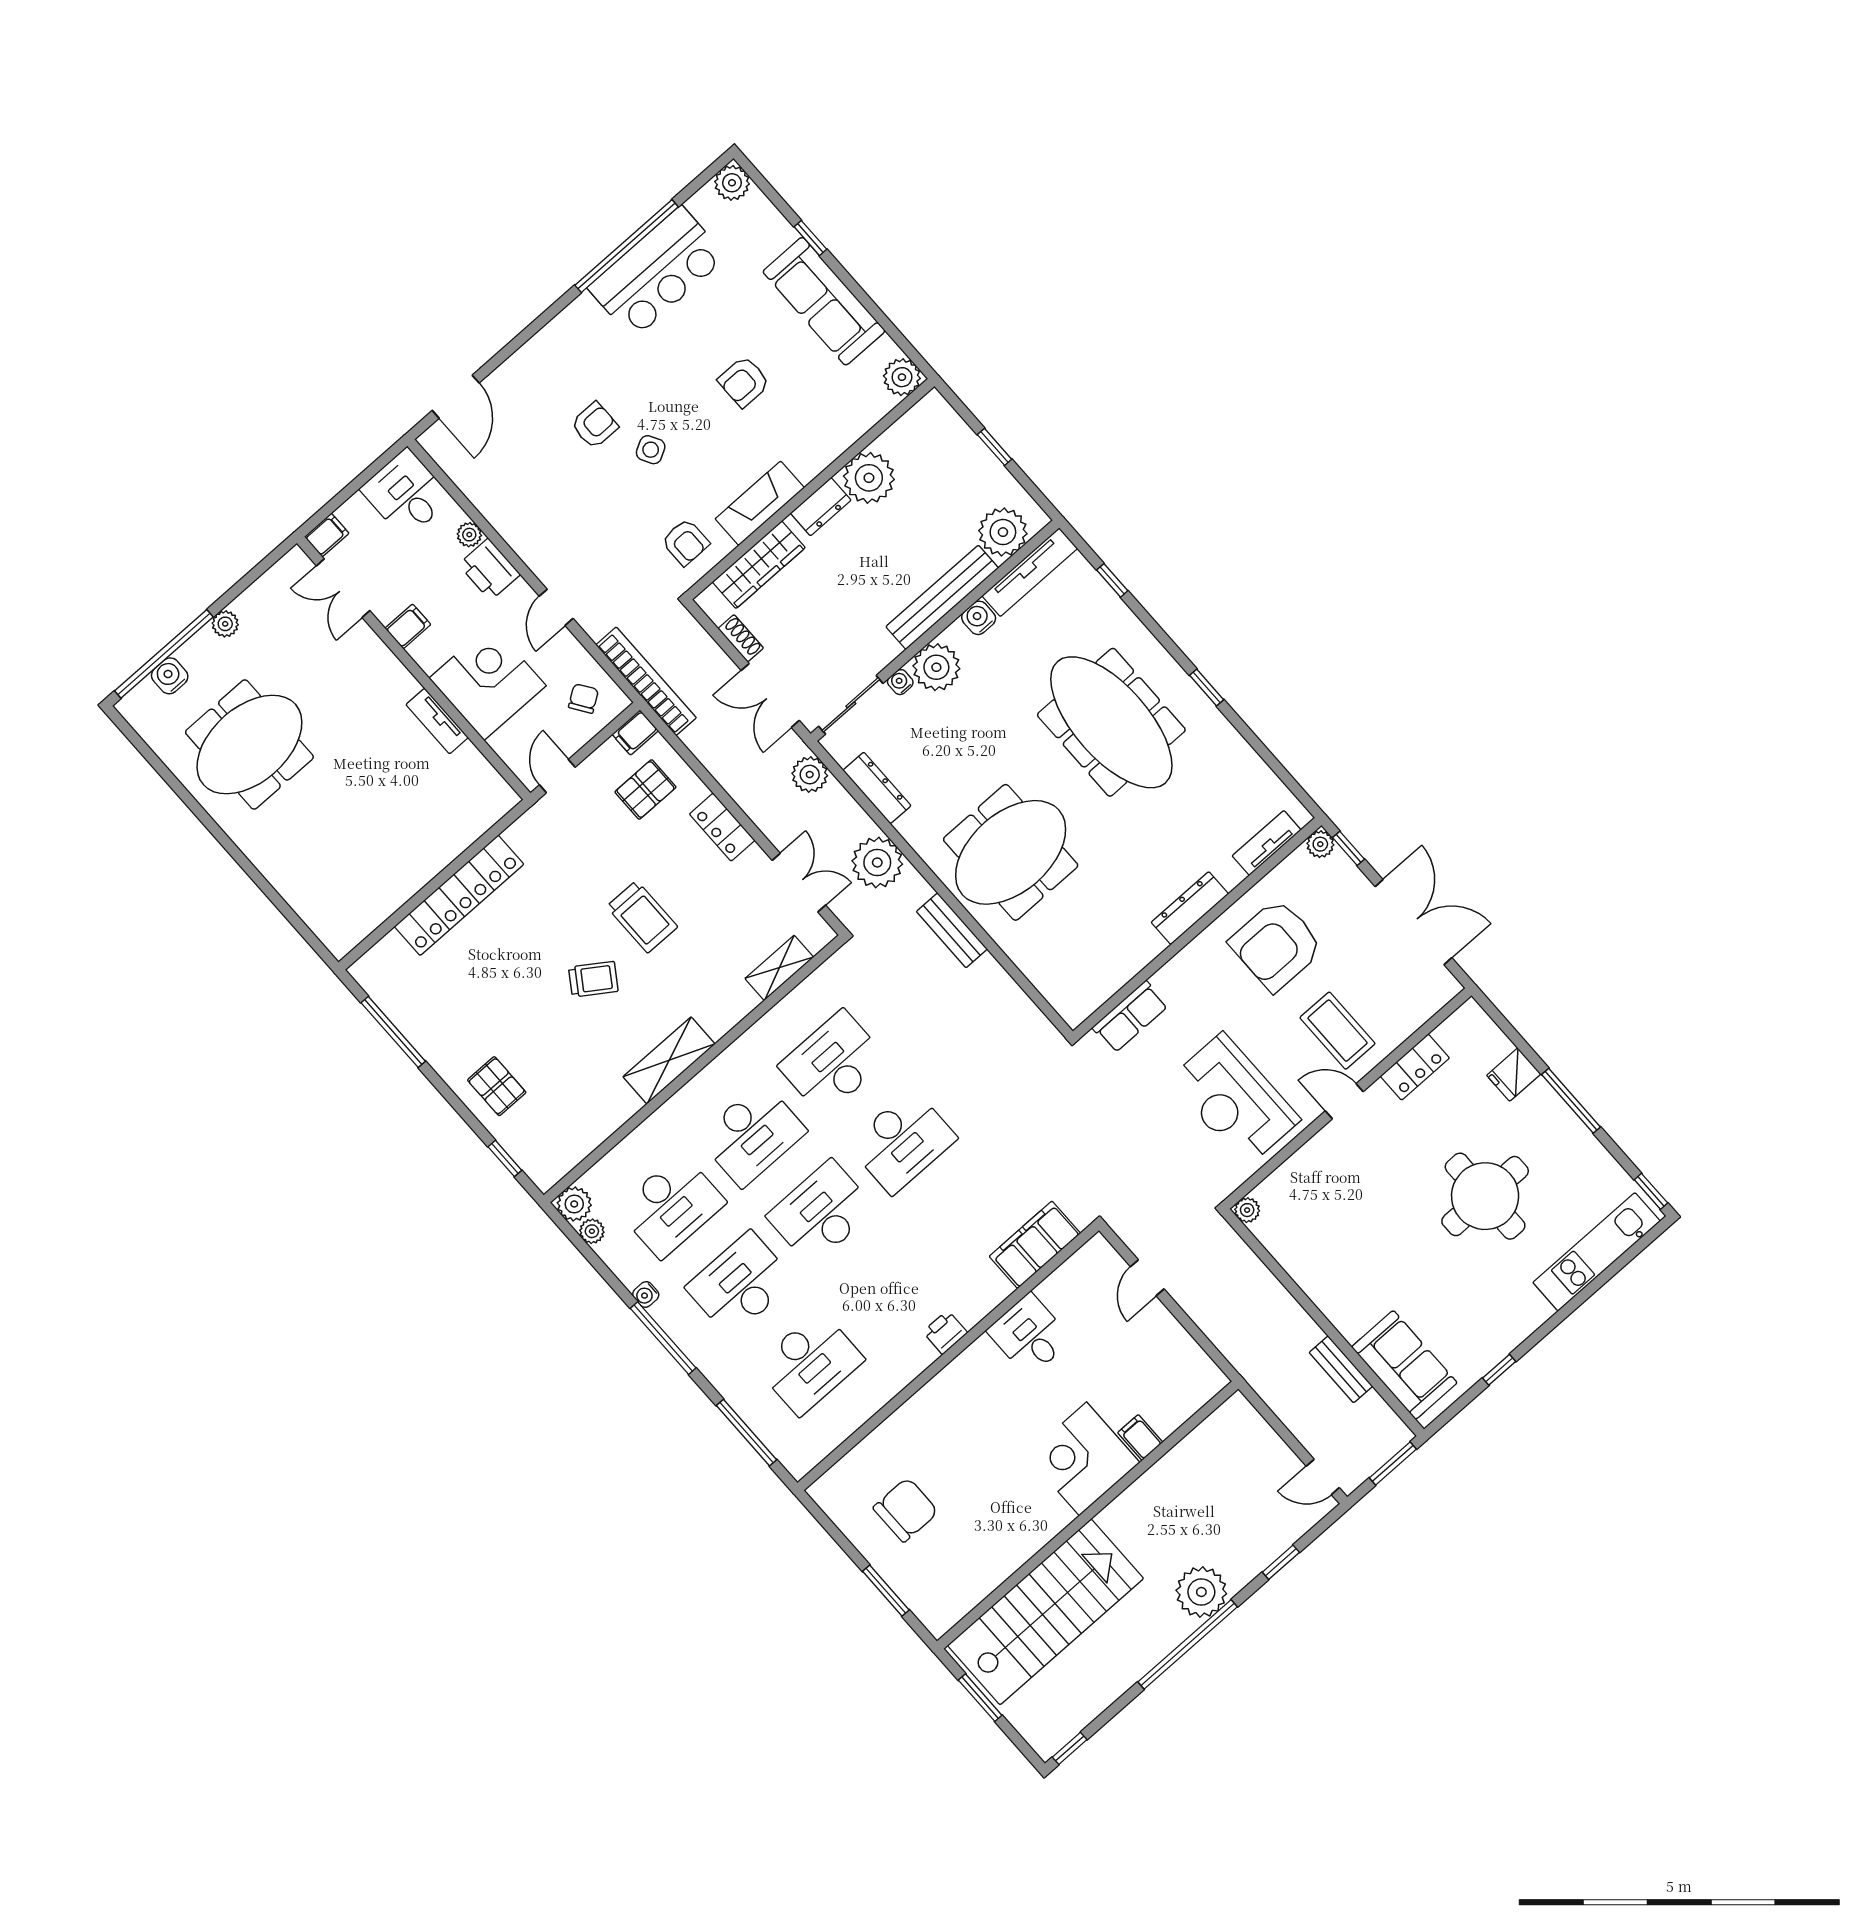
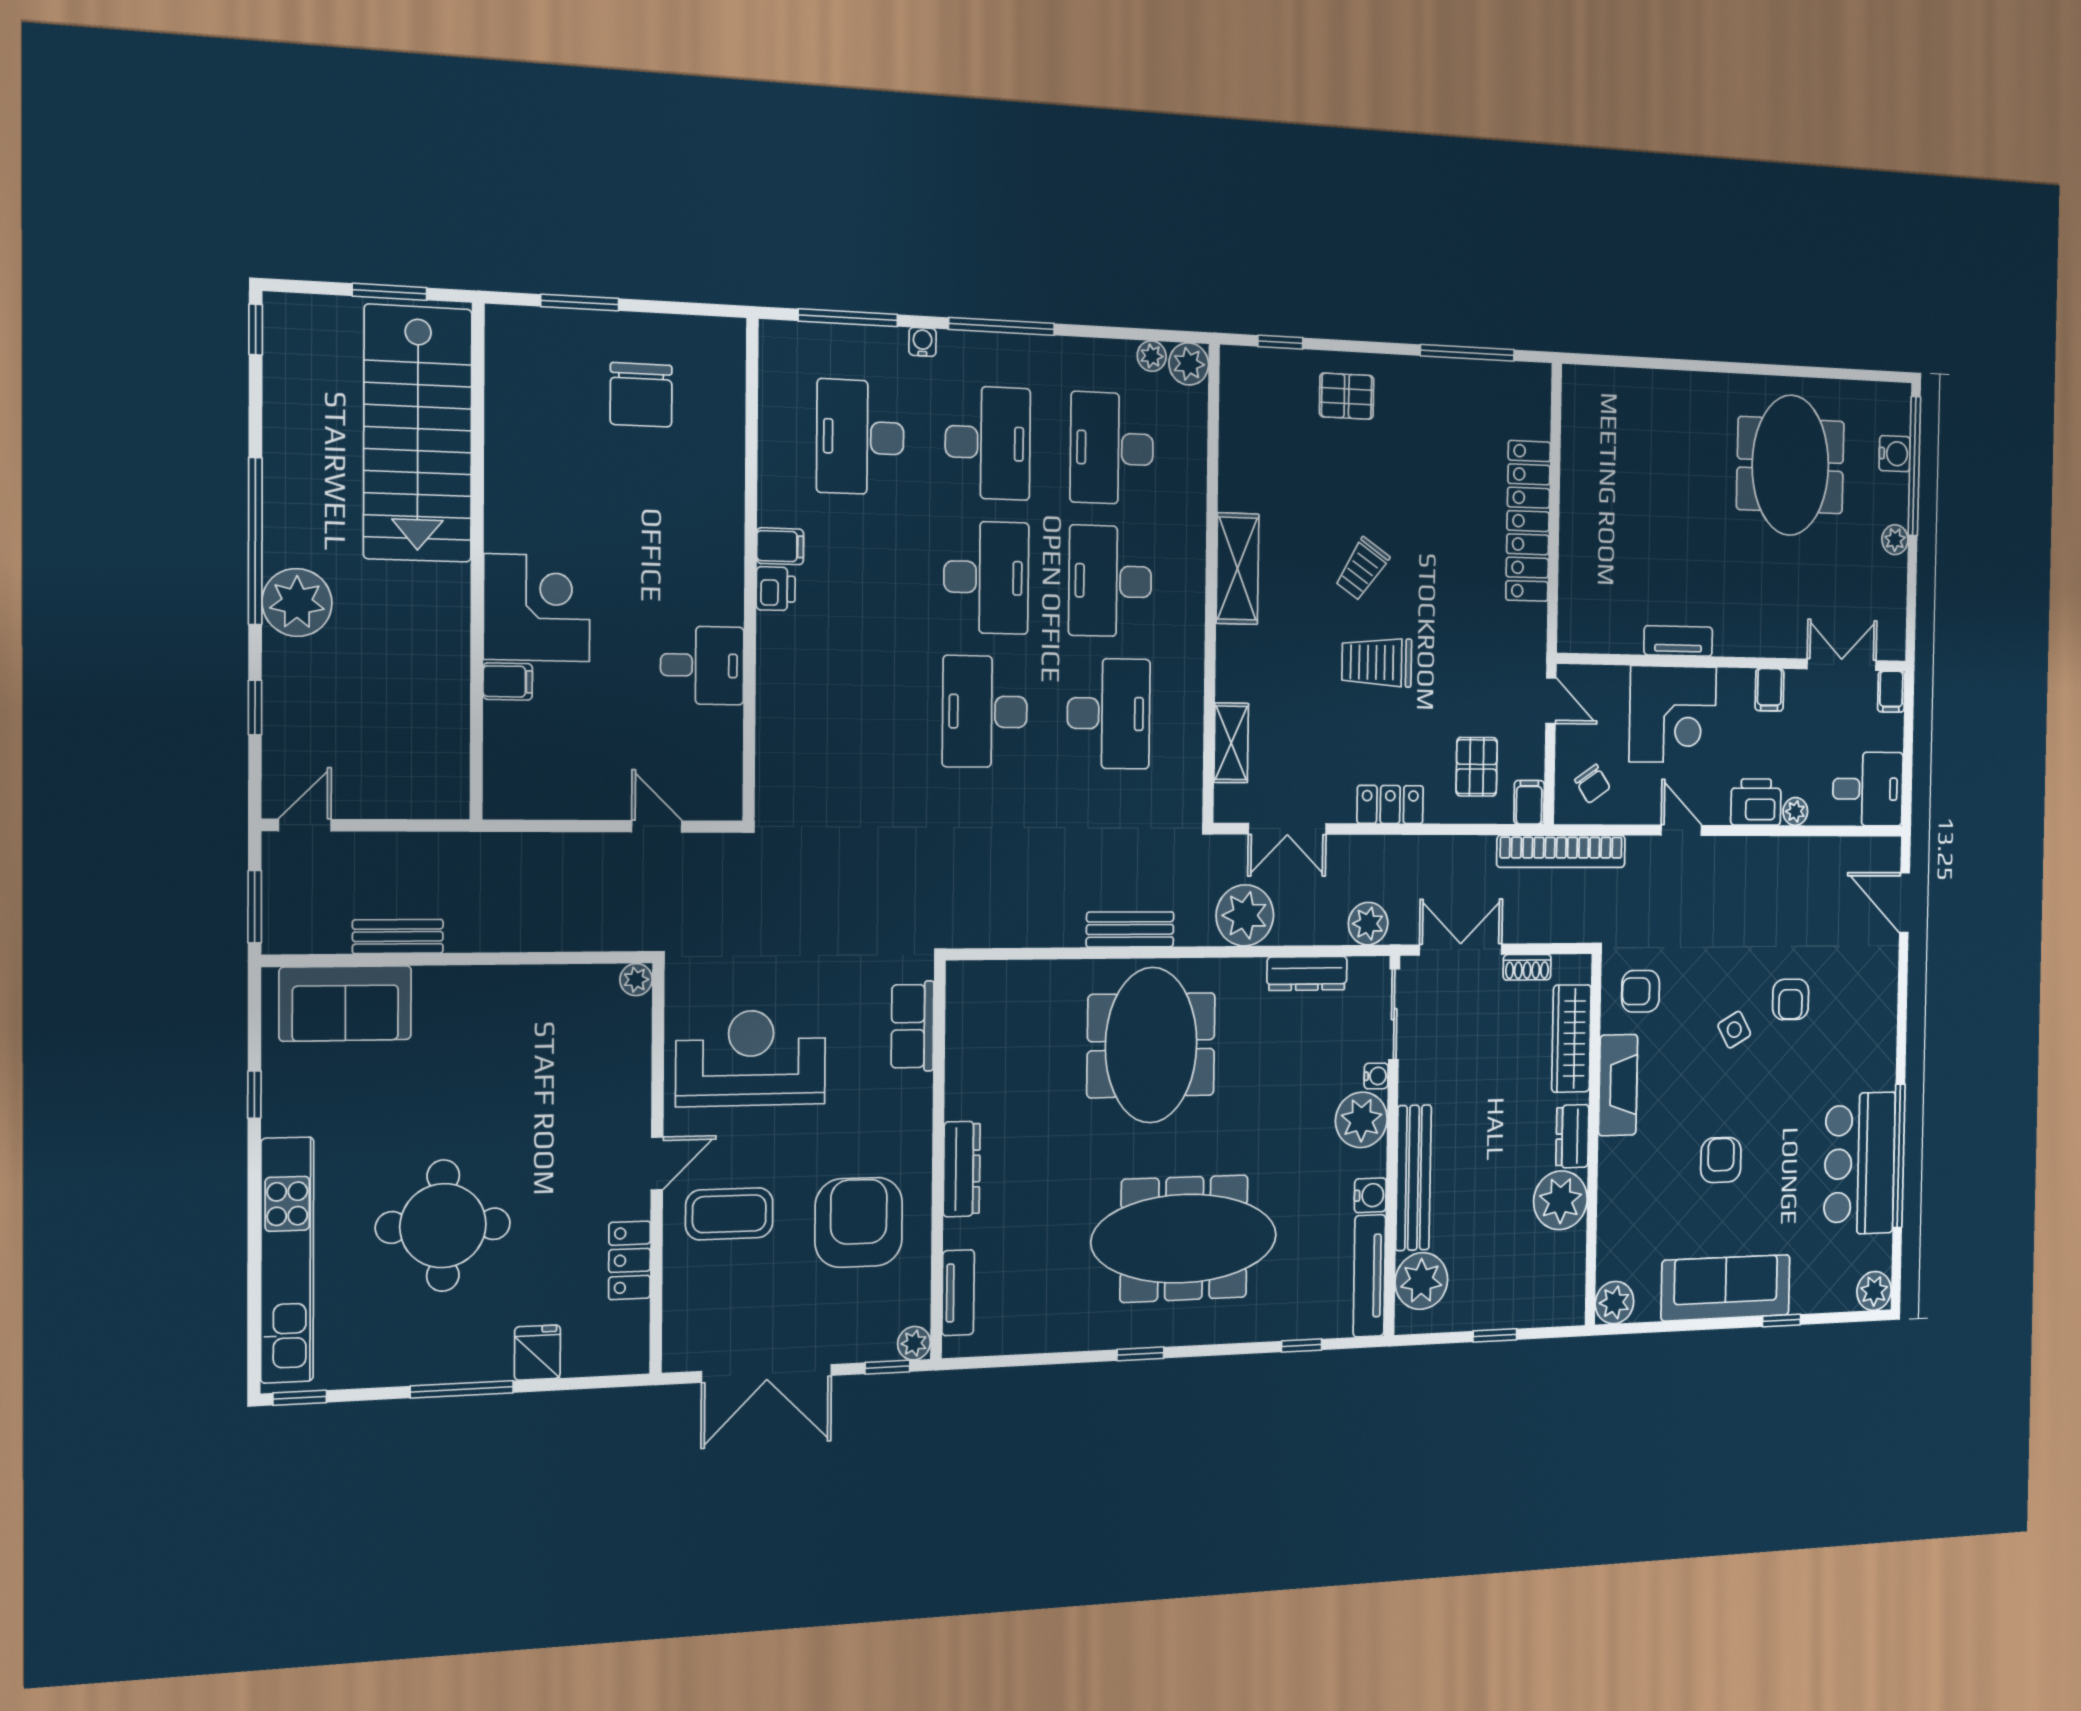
filing cabinet: (1035, 1245) -> (780, 546), moved, width x0.33, depth x0.86
kitchen unit: (1597, 1252) -> (287, 1260), width x1.36
water cooler: (646, 1294) -> (923, 342), moved

